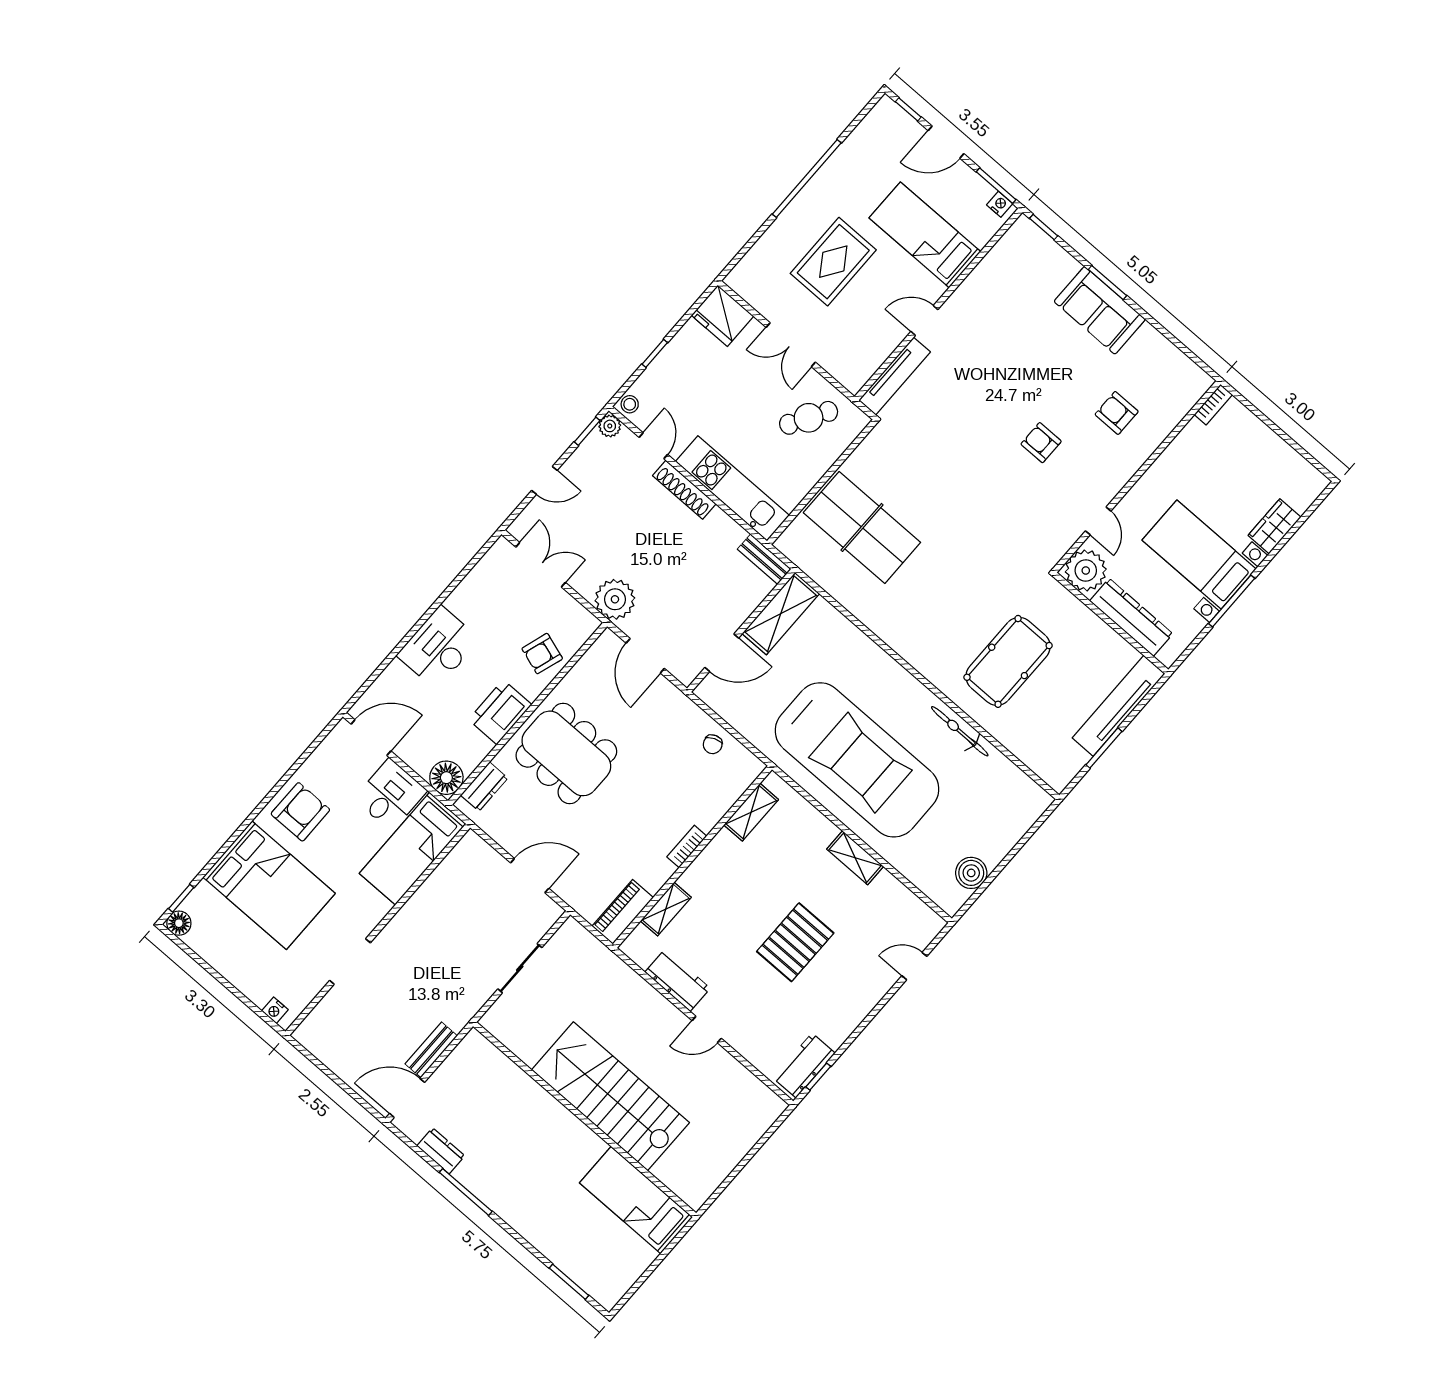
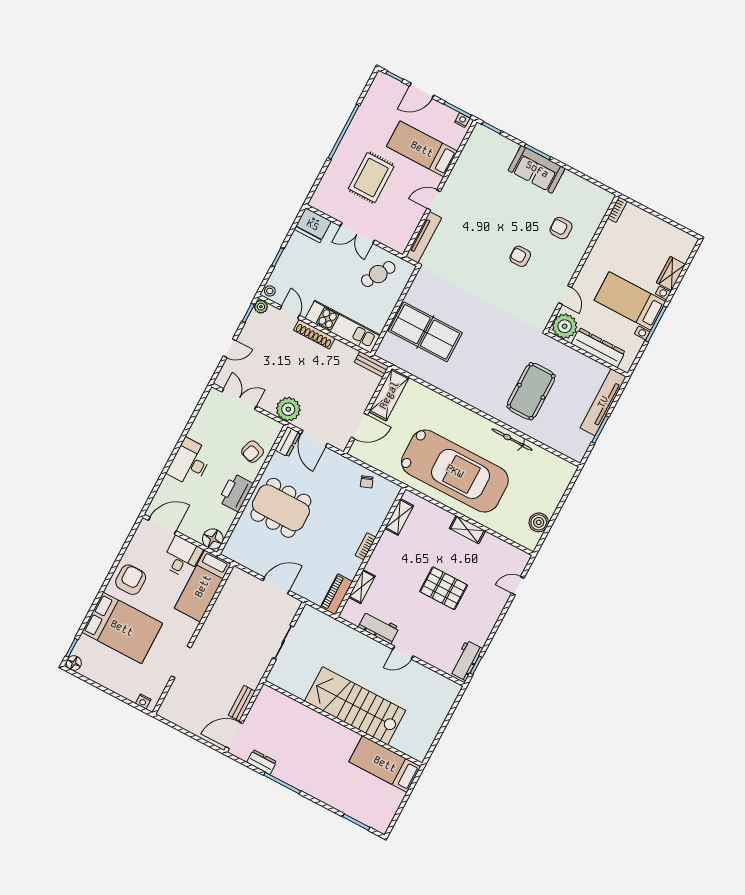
dresser: (484, 787) -> (288, 442), moved
pallet: (795, 942) -> (444, 588), turned 90

